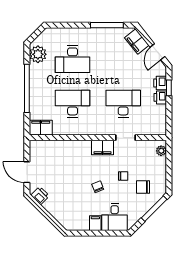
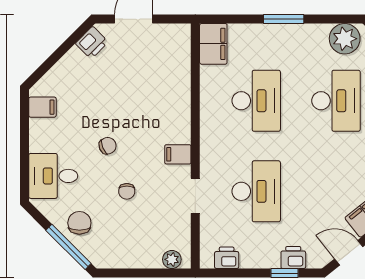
desk: (73, 59) -> (336, 101), turned 180
window: (27, 88) -> (284, 19), width x0.47
printer: (160, 97) -> (227, 258), moved
filing cabinet: (102, 147) -> (178, 154), width x0.50
chair: (143, 187) -> (79, 223), moved
filing cabinet: (95, 223) -> (42, 107), moved

